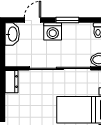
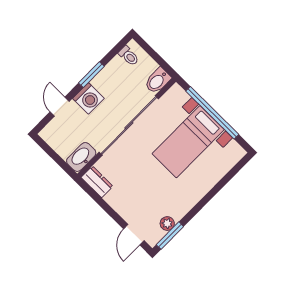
washbasin: (12, 34) -> (81, 157), moved, turned -90

